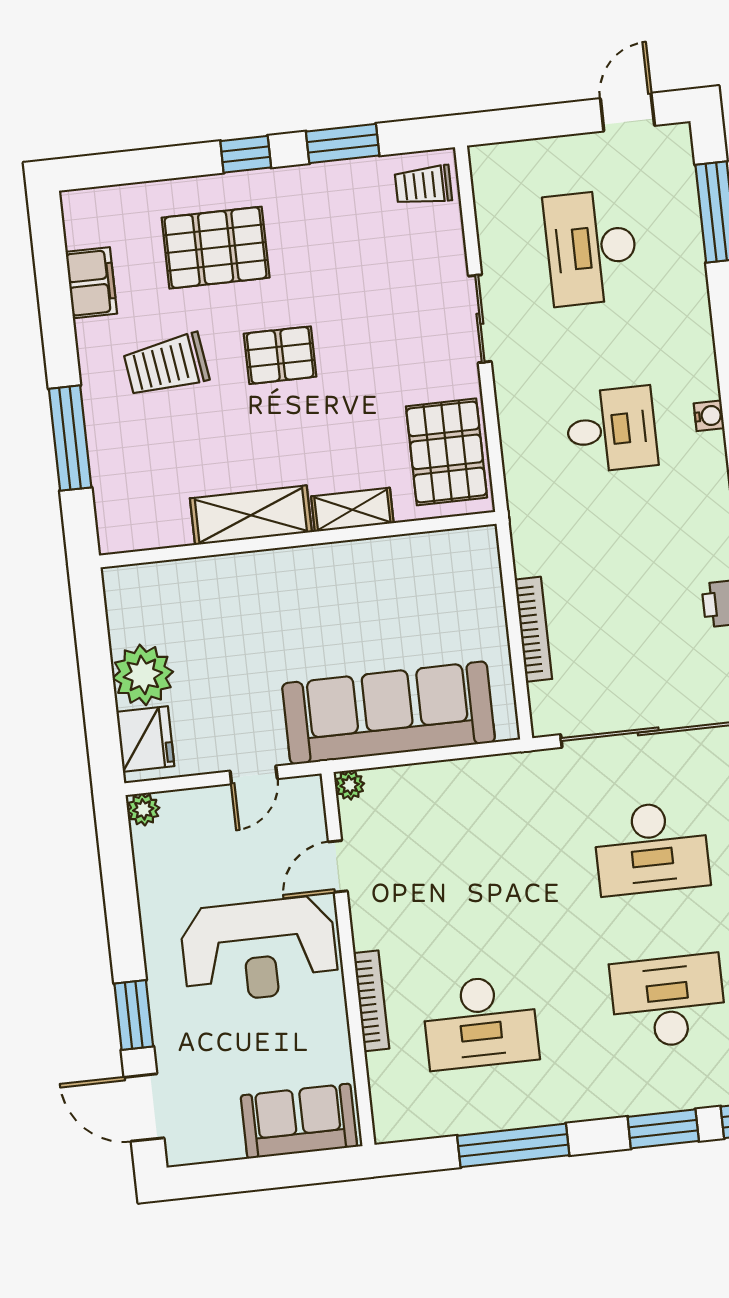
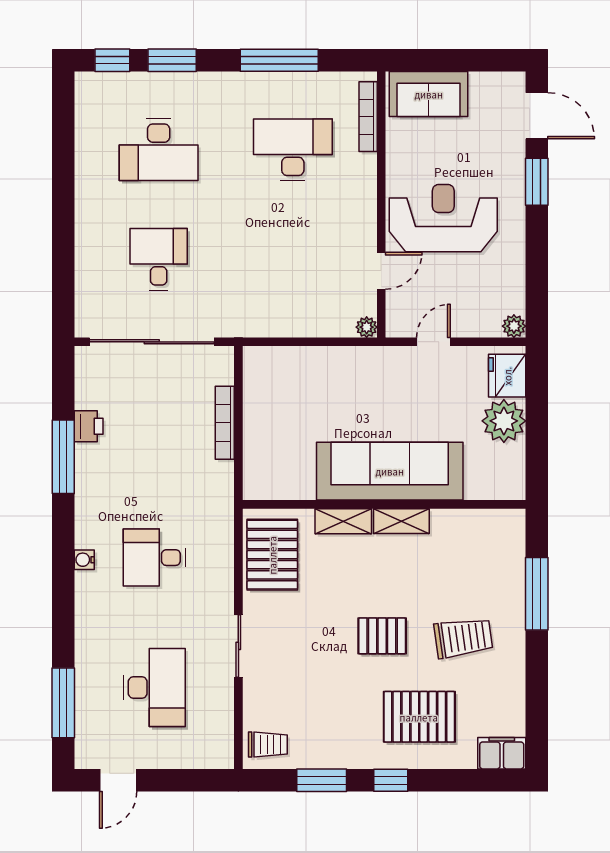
filing cabinet: (91, 283) -> (502, 753), moved, turned 90
shelving: (251, 515) -> (401, 521), width x0.67, depth x0.75
sofa: (388, 713) -> (390, 471), moved, turned 180
desk: (651, 848) -> (159, 259), width x0.73
bookcase: (371, 1001) -> (368, 117), moved

